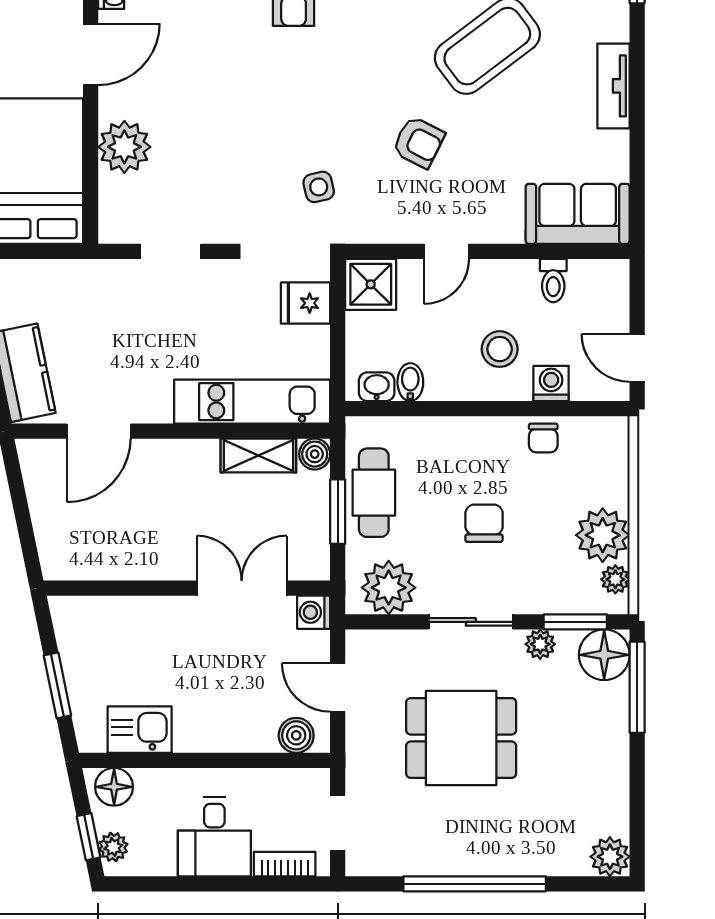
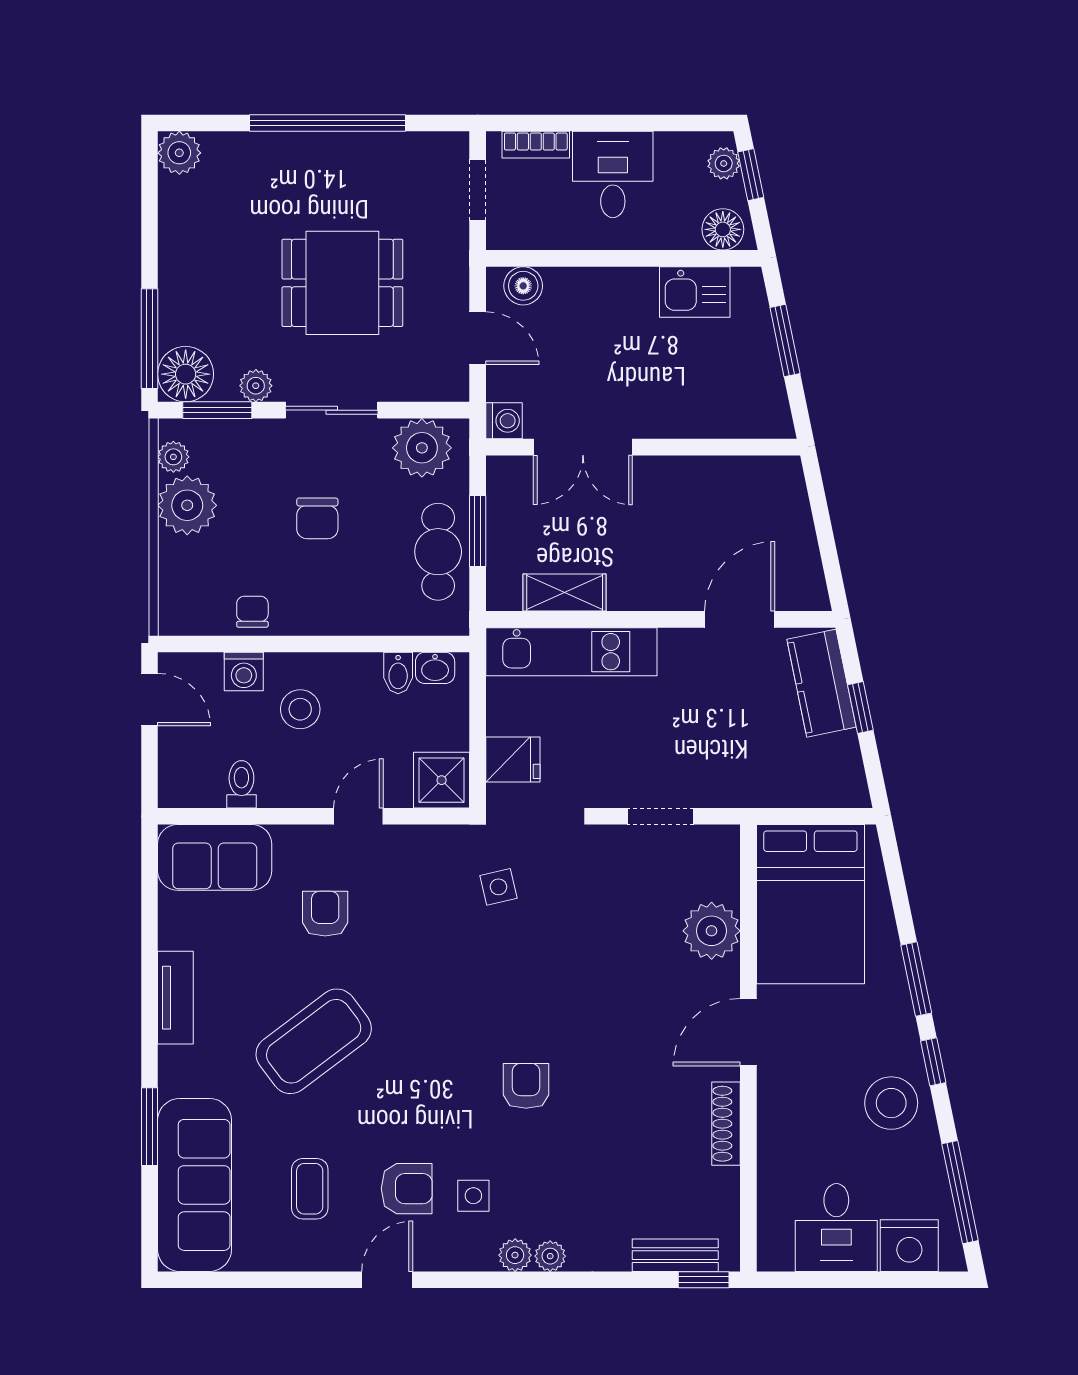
armchair: (419, 142) -> (325, 914), moved, turned 63
boiler: (315, 454) -> (503, 594), removed

